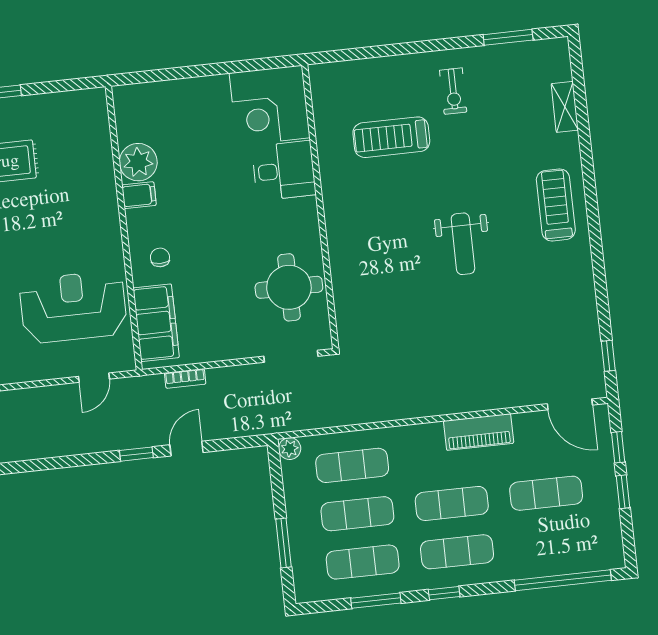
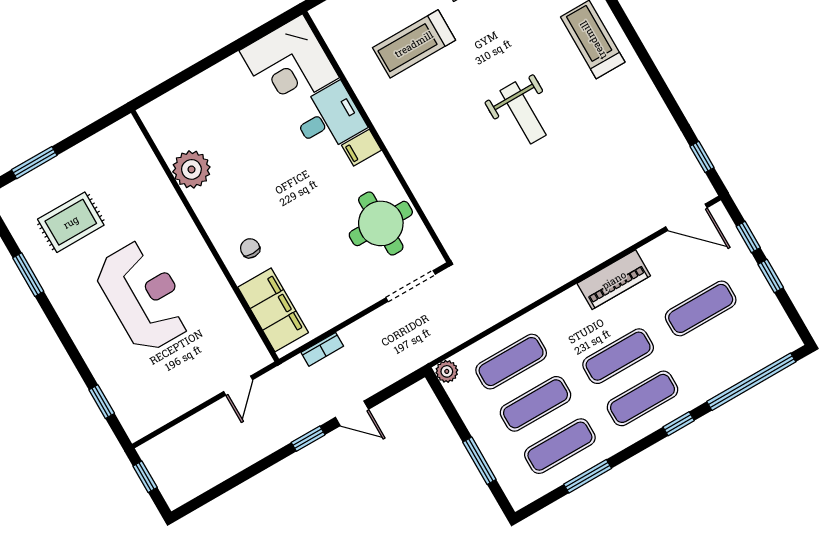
filing cabinet: (139, 195) -> (362, 148), moved, turned 180
reception desk: (73, 307) -> (144, 296), moved, turned 90
door: (186, 449) -> (352, 413), swing flipped
window: (444, 593) -> (679, 424), moved

